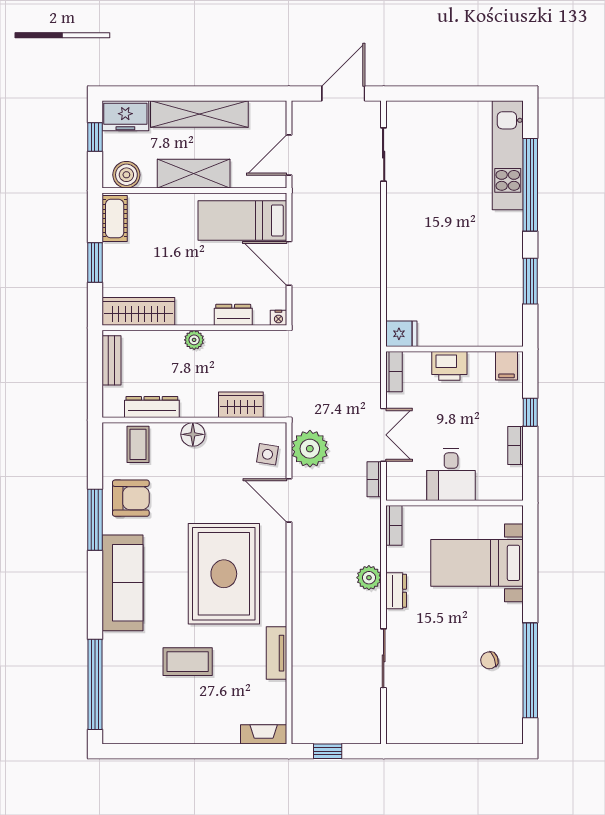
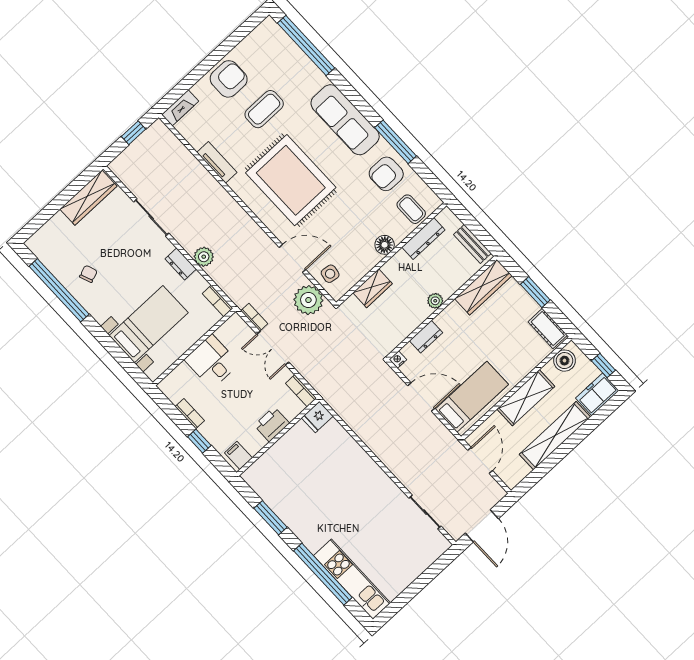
armchair: (194, 720) -> (229, 79), added
wardrobe: (424, 730) -> (88, 198), added

